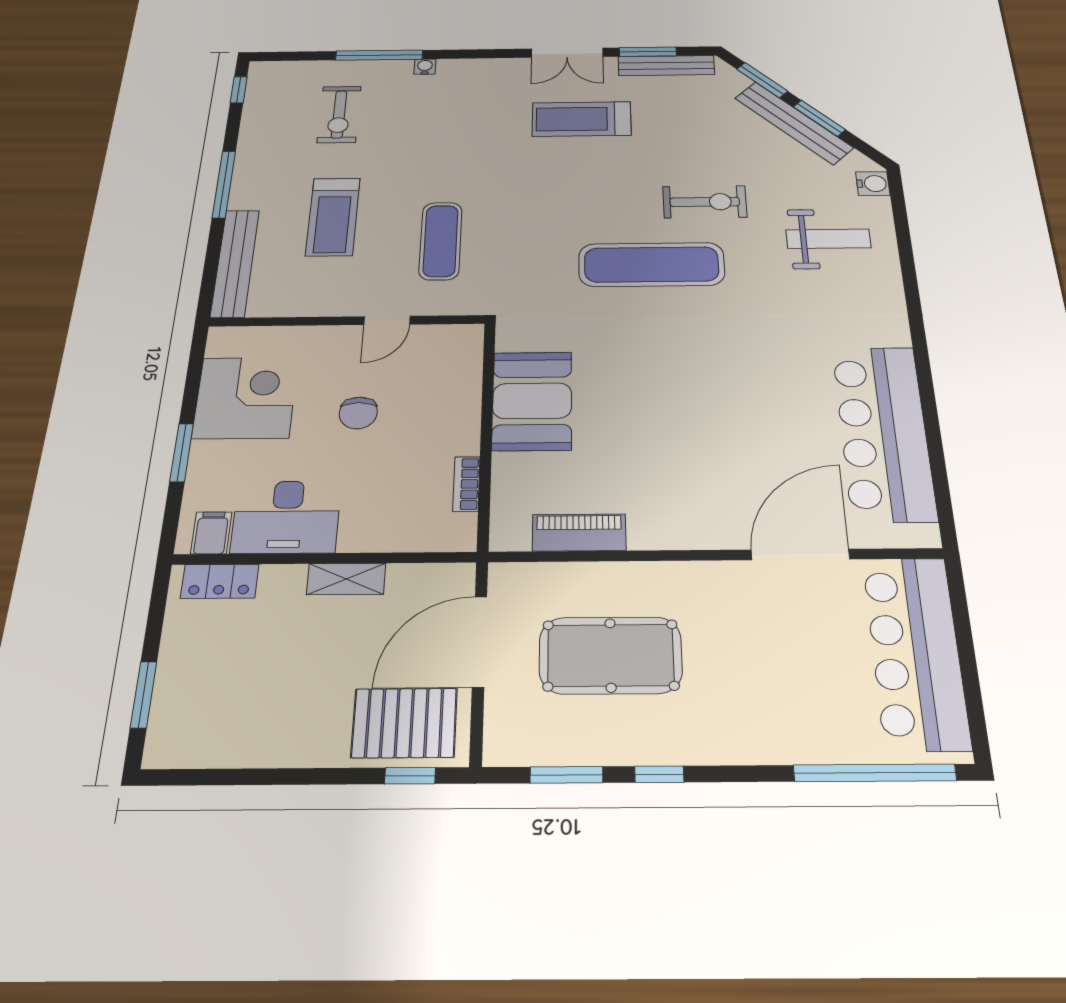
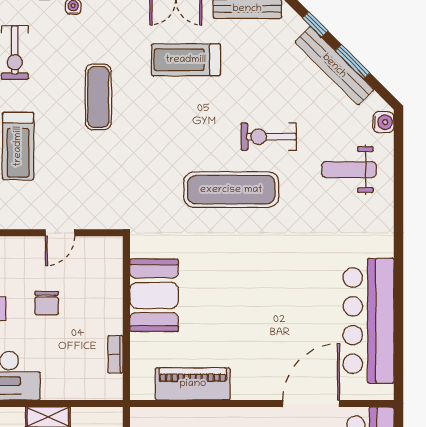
window: (762, 80) -> (315, 24), width x0.67
exercise bike: (705, 202) -> (269, 137), turned 180
weight bench: (828, 239) -> (349, 170), turned 180
exercise mat: (441, 241) -> (98, 97), moved
piano: (579, 533) -> (193, 384), width x1.37, depth x1.33

